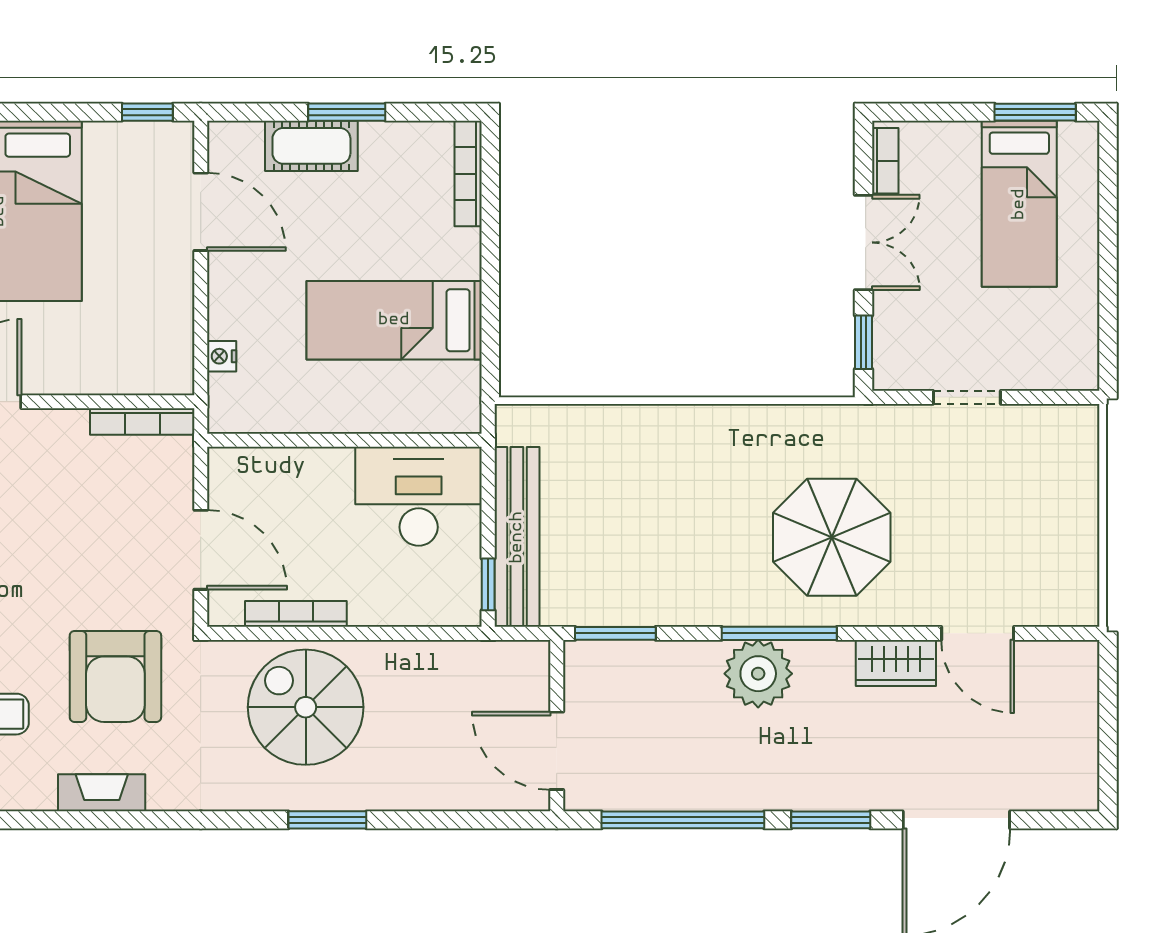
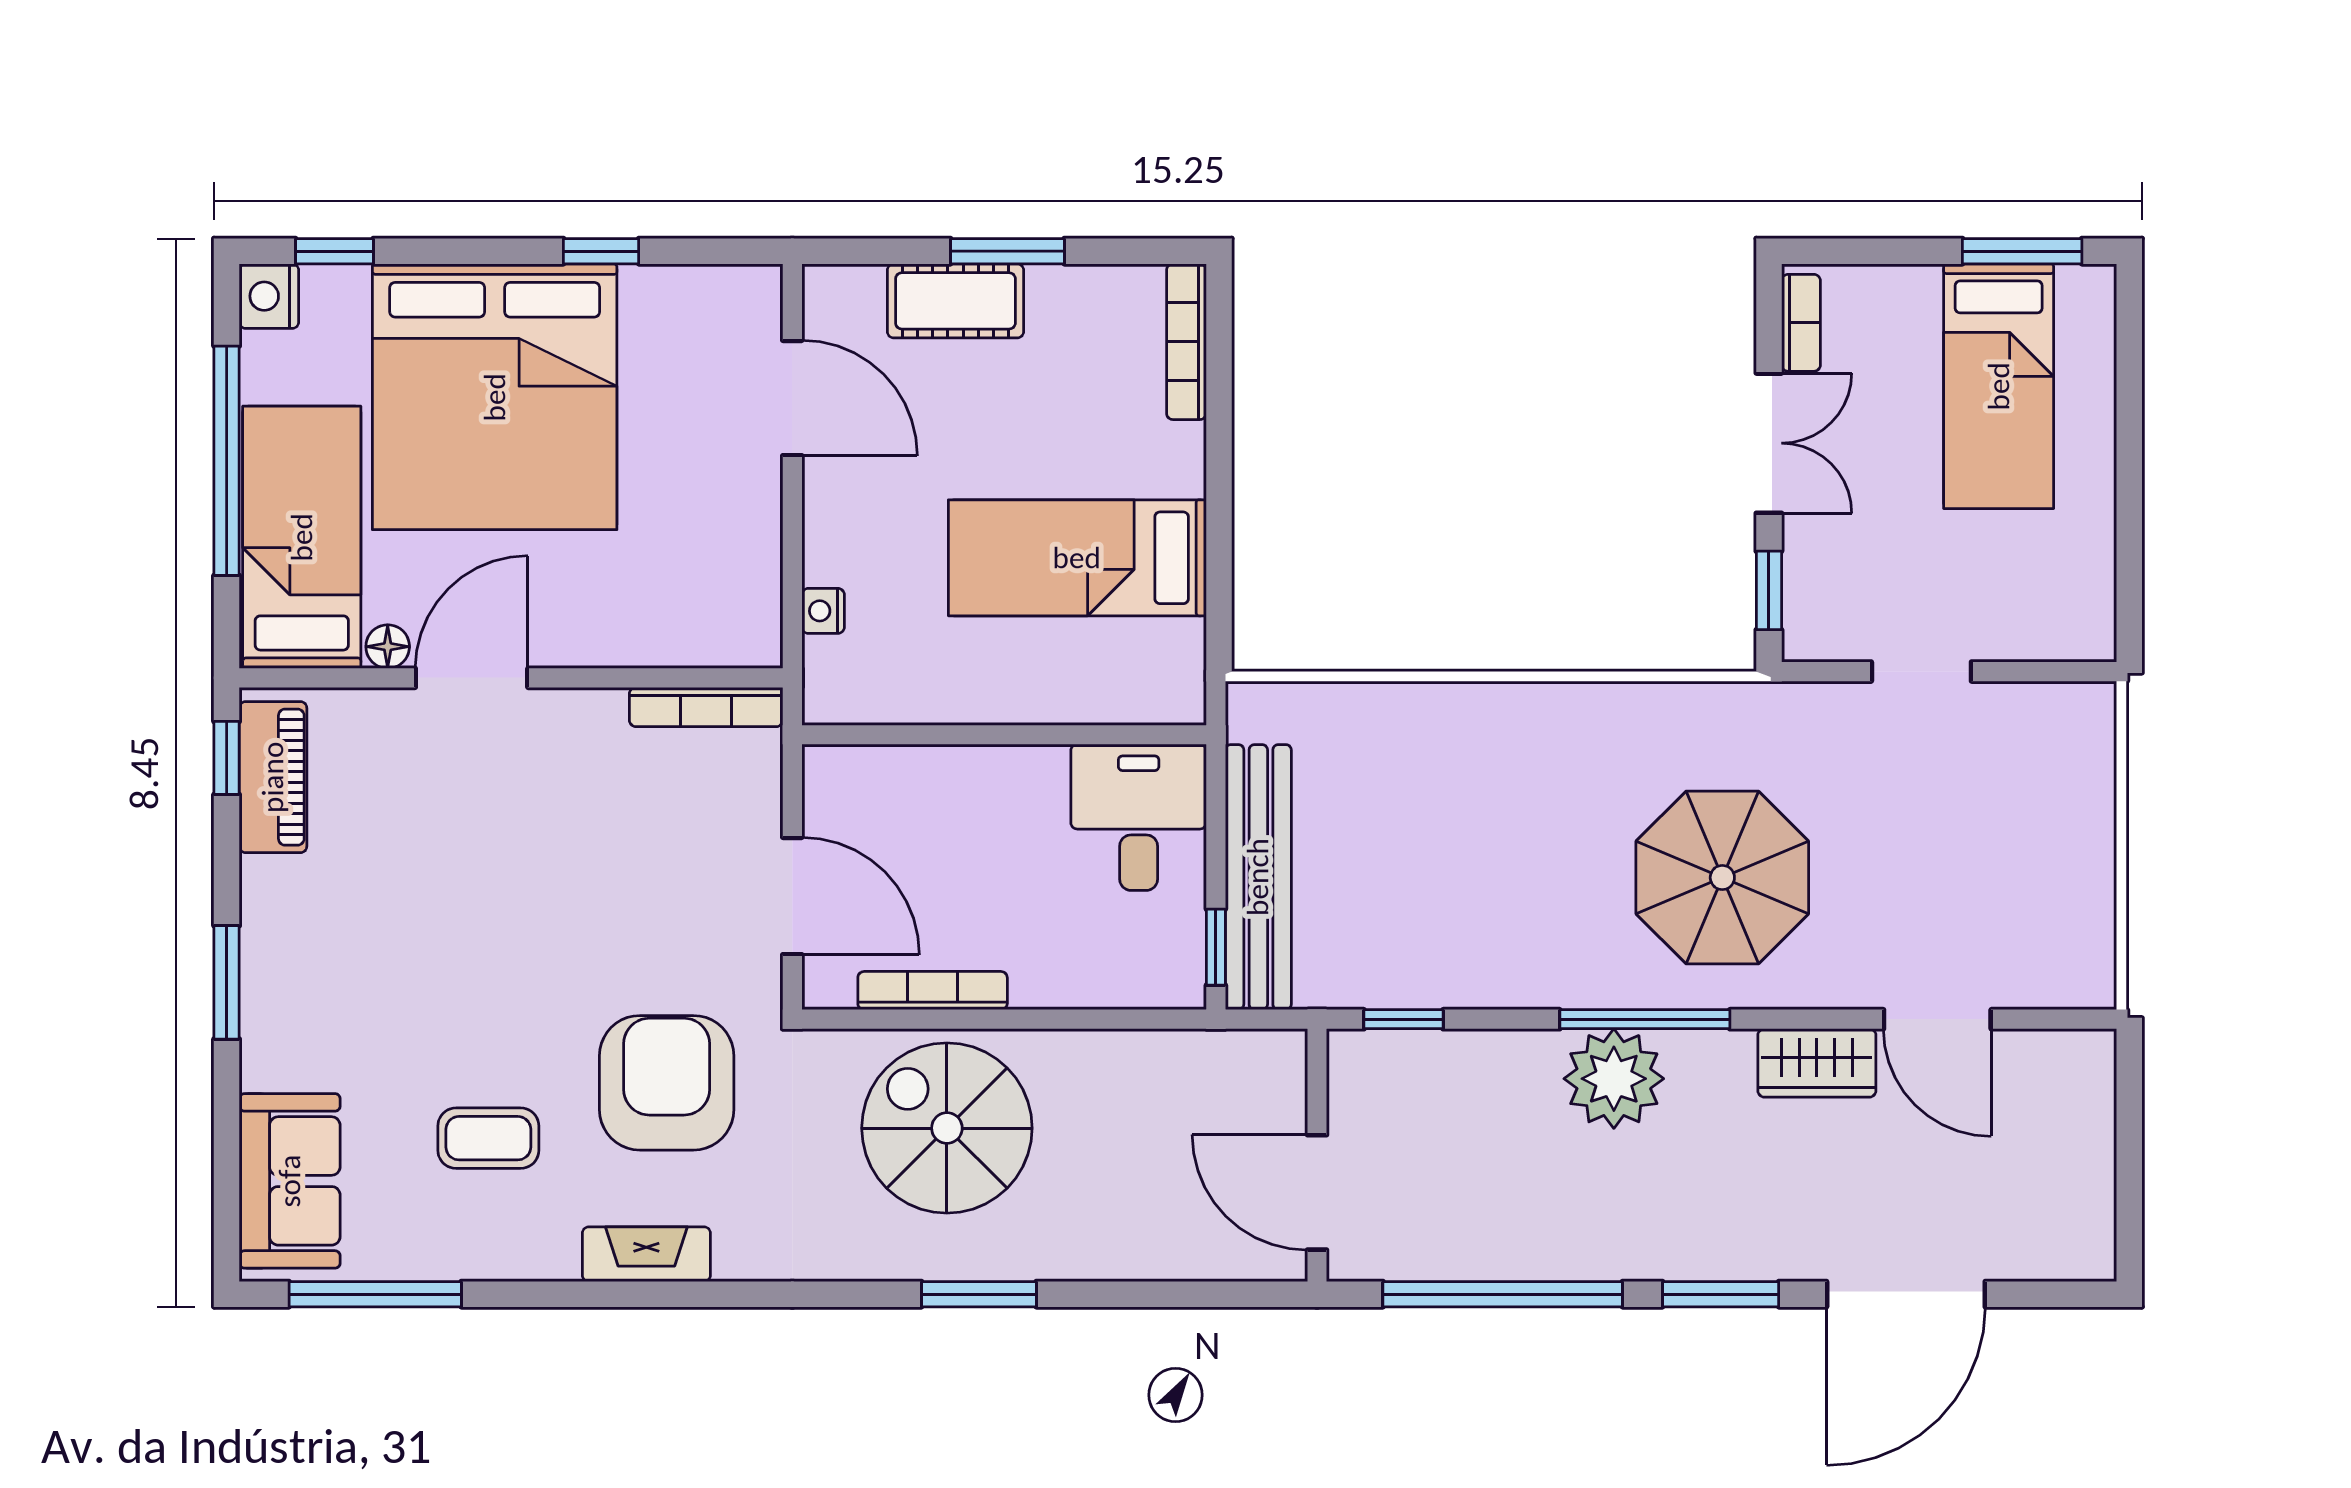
window: (147, 112) -> (601, 251), moved
desk: (419, 496) -> (1139, 817), width x0.73
window: (615, 633) -> (1403, 1019), width x0.67
armchair: (115, 676) -> (667, 1083), turned 180

